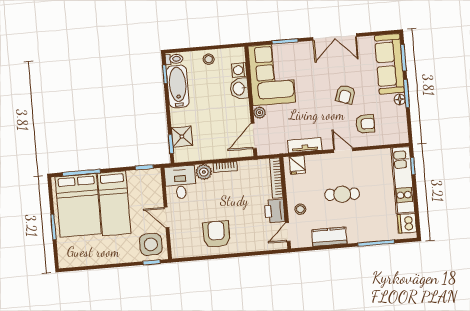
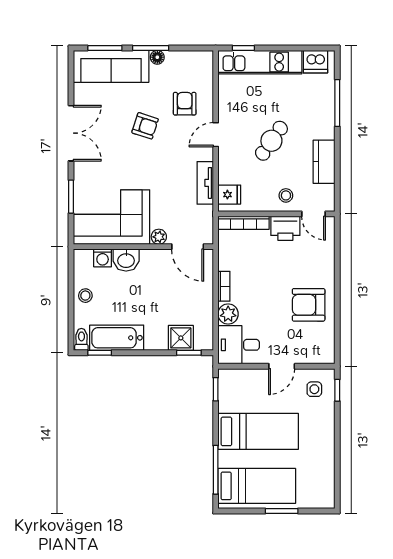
cafe table: (342, 194) -> (271, 141), turned 33
bed: (78, 205) -> (257, 486), width x0.67
side table: (151, 244) -> (314, 389), width x0.54, depth x0.54

